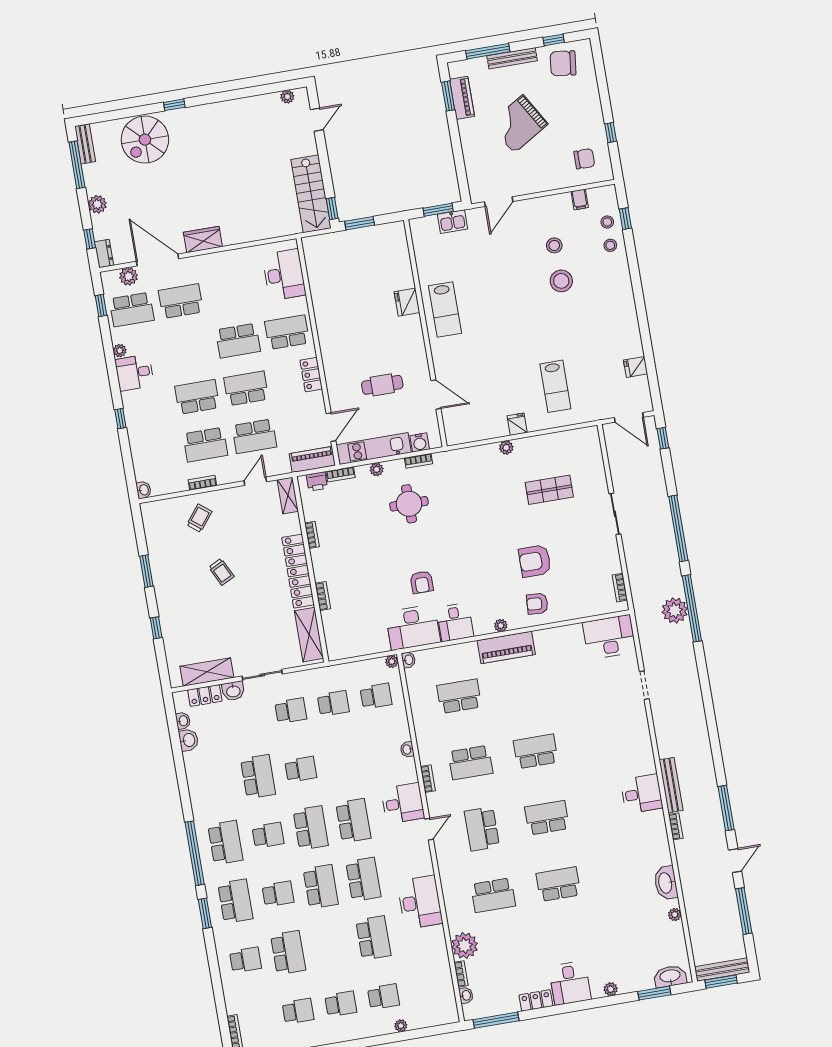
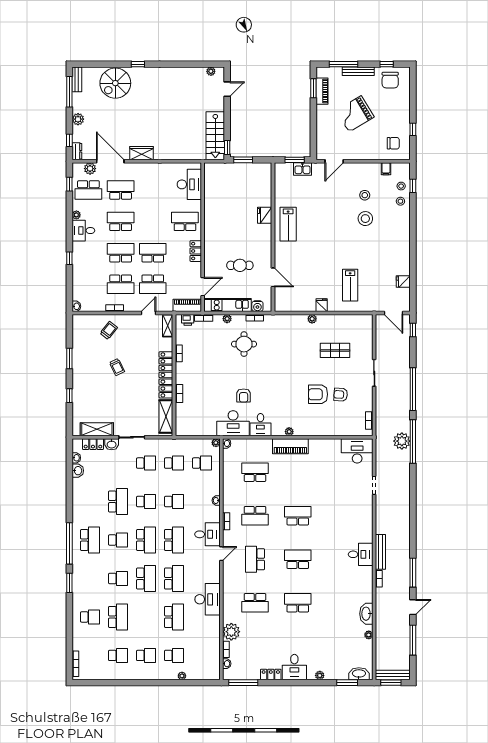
chair: (563, 63) -> (390, 80), turned -97
school desk: (238, 341) -> (121, 221), moved, turned 180
armchair: (537, 604) -> (341, 395), moved
school desk: (235, 901) -> (174, 502), moved, width x0.54

